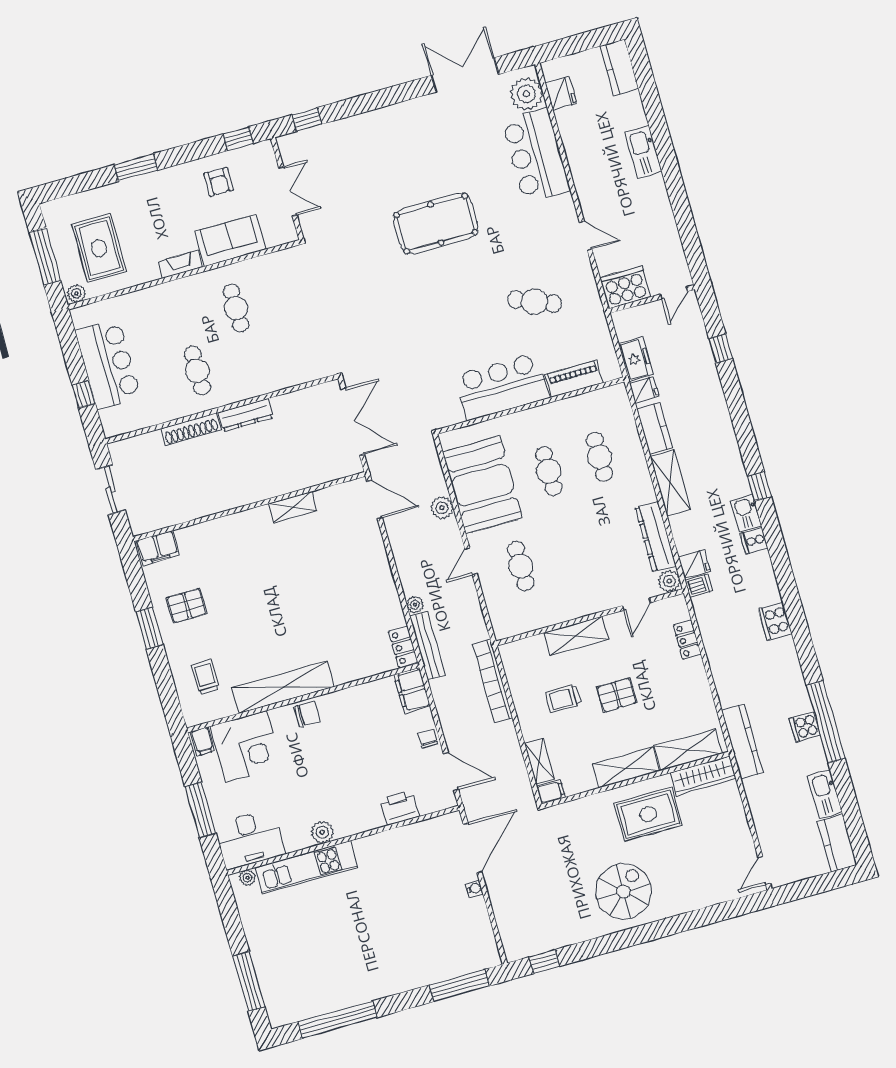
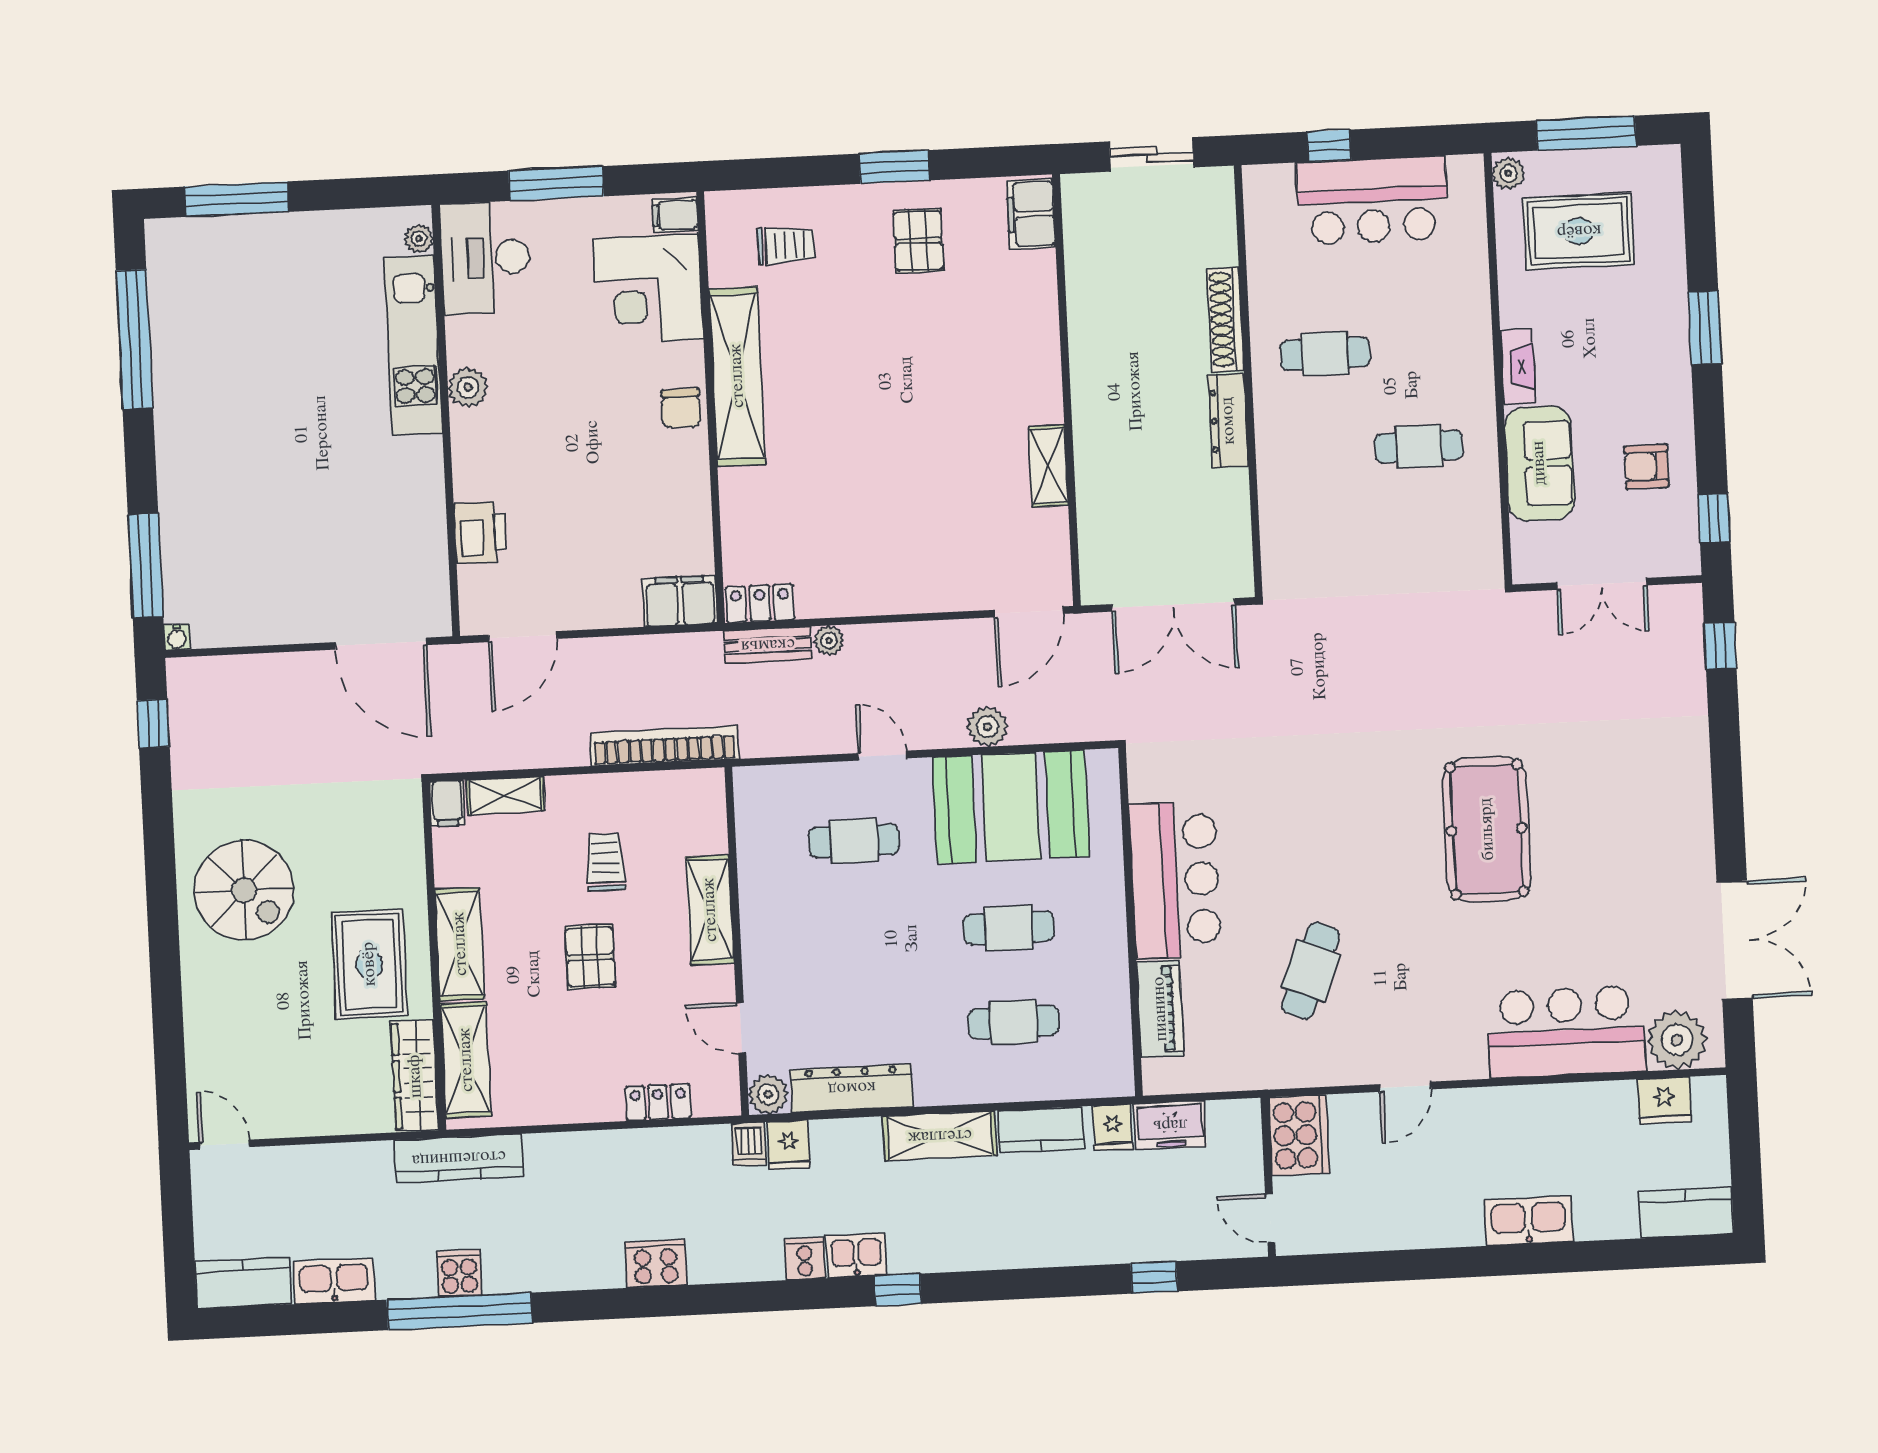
bench: (427, 646) -> (768, 645), width x0.73
chair: (428, 738) -> (590, 609), removed
water cooler: (474, 889) -> (177, 637), moved

